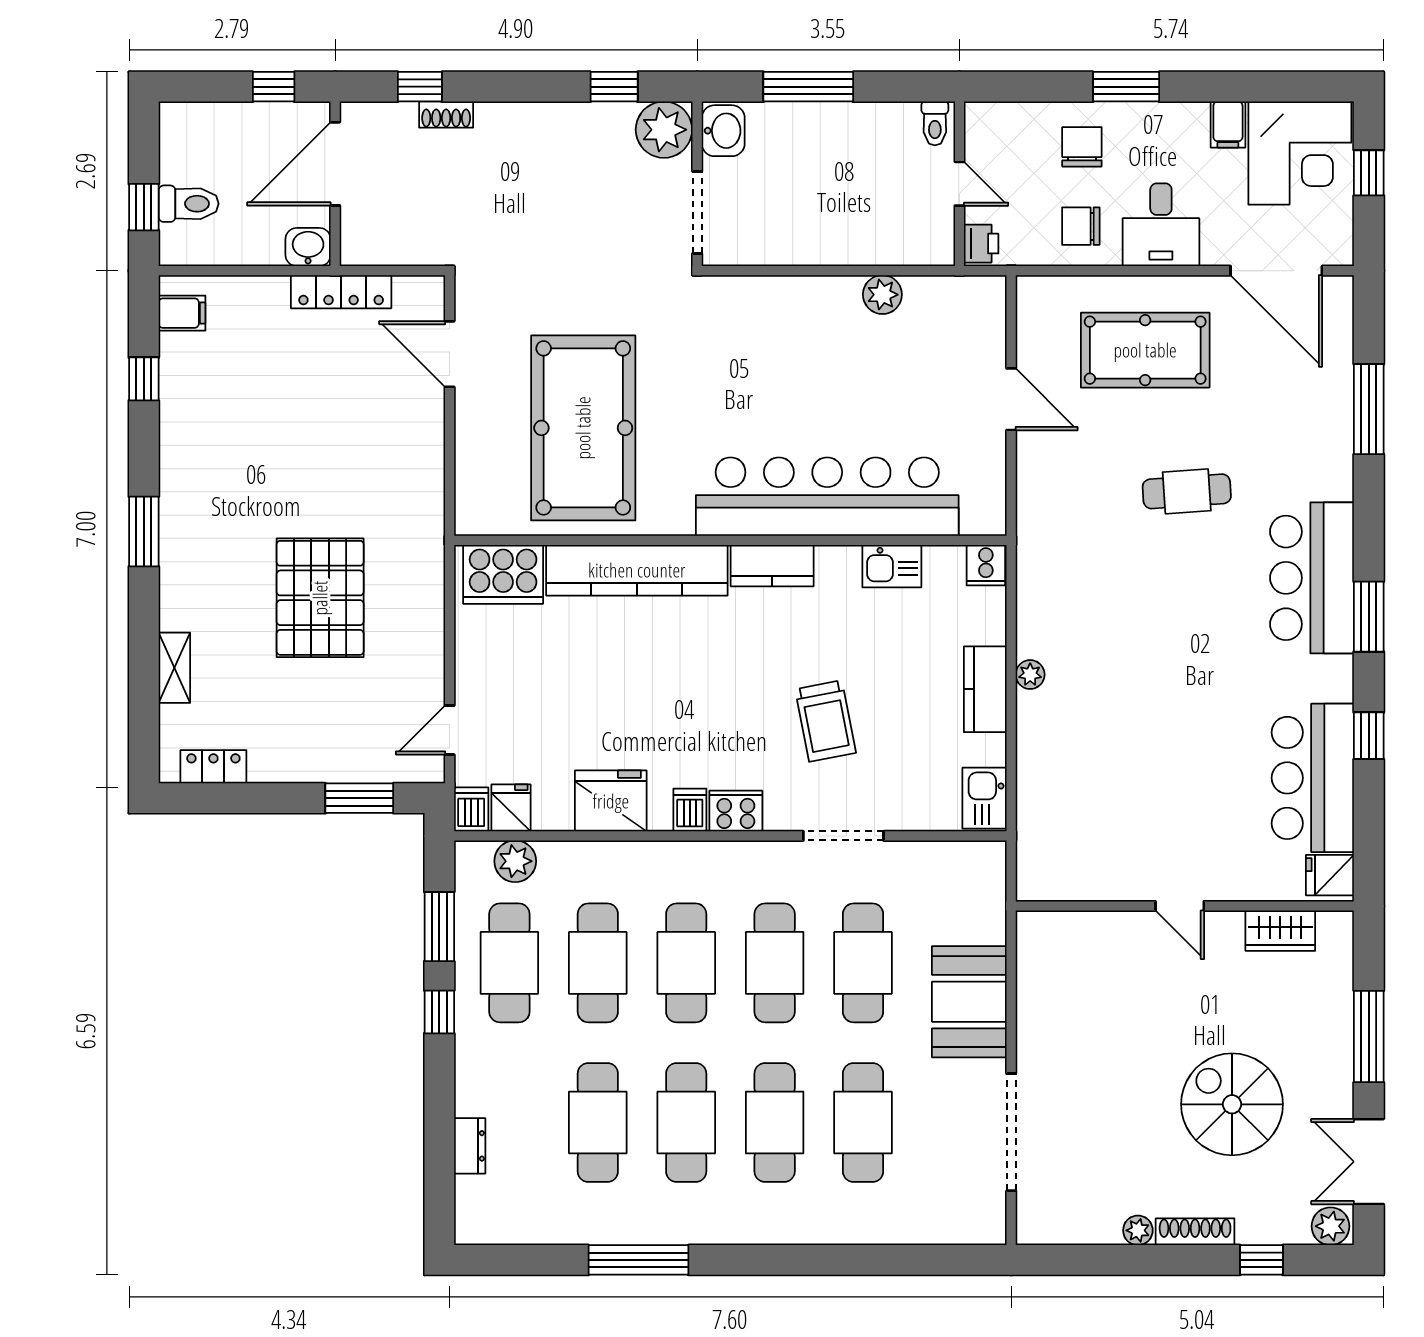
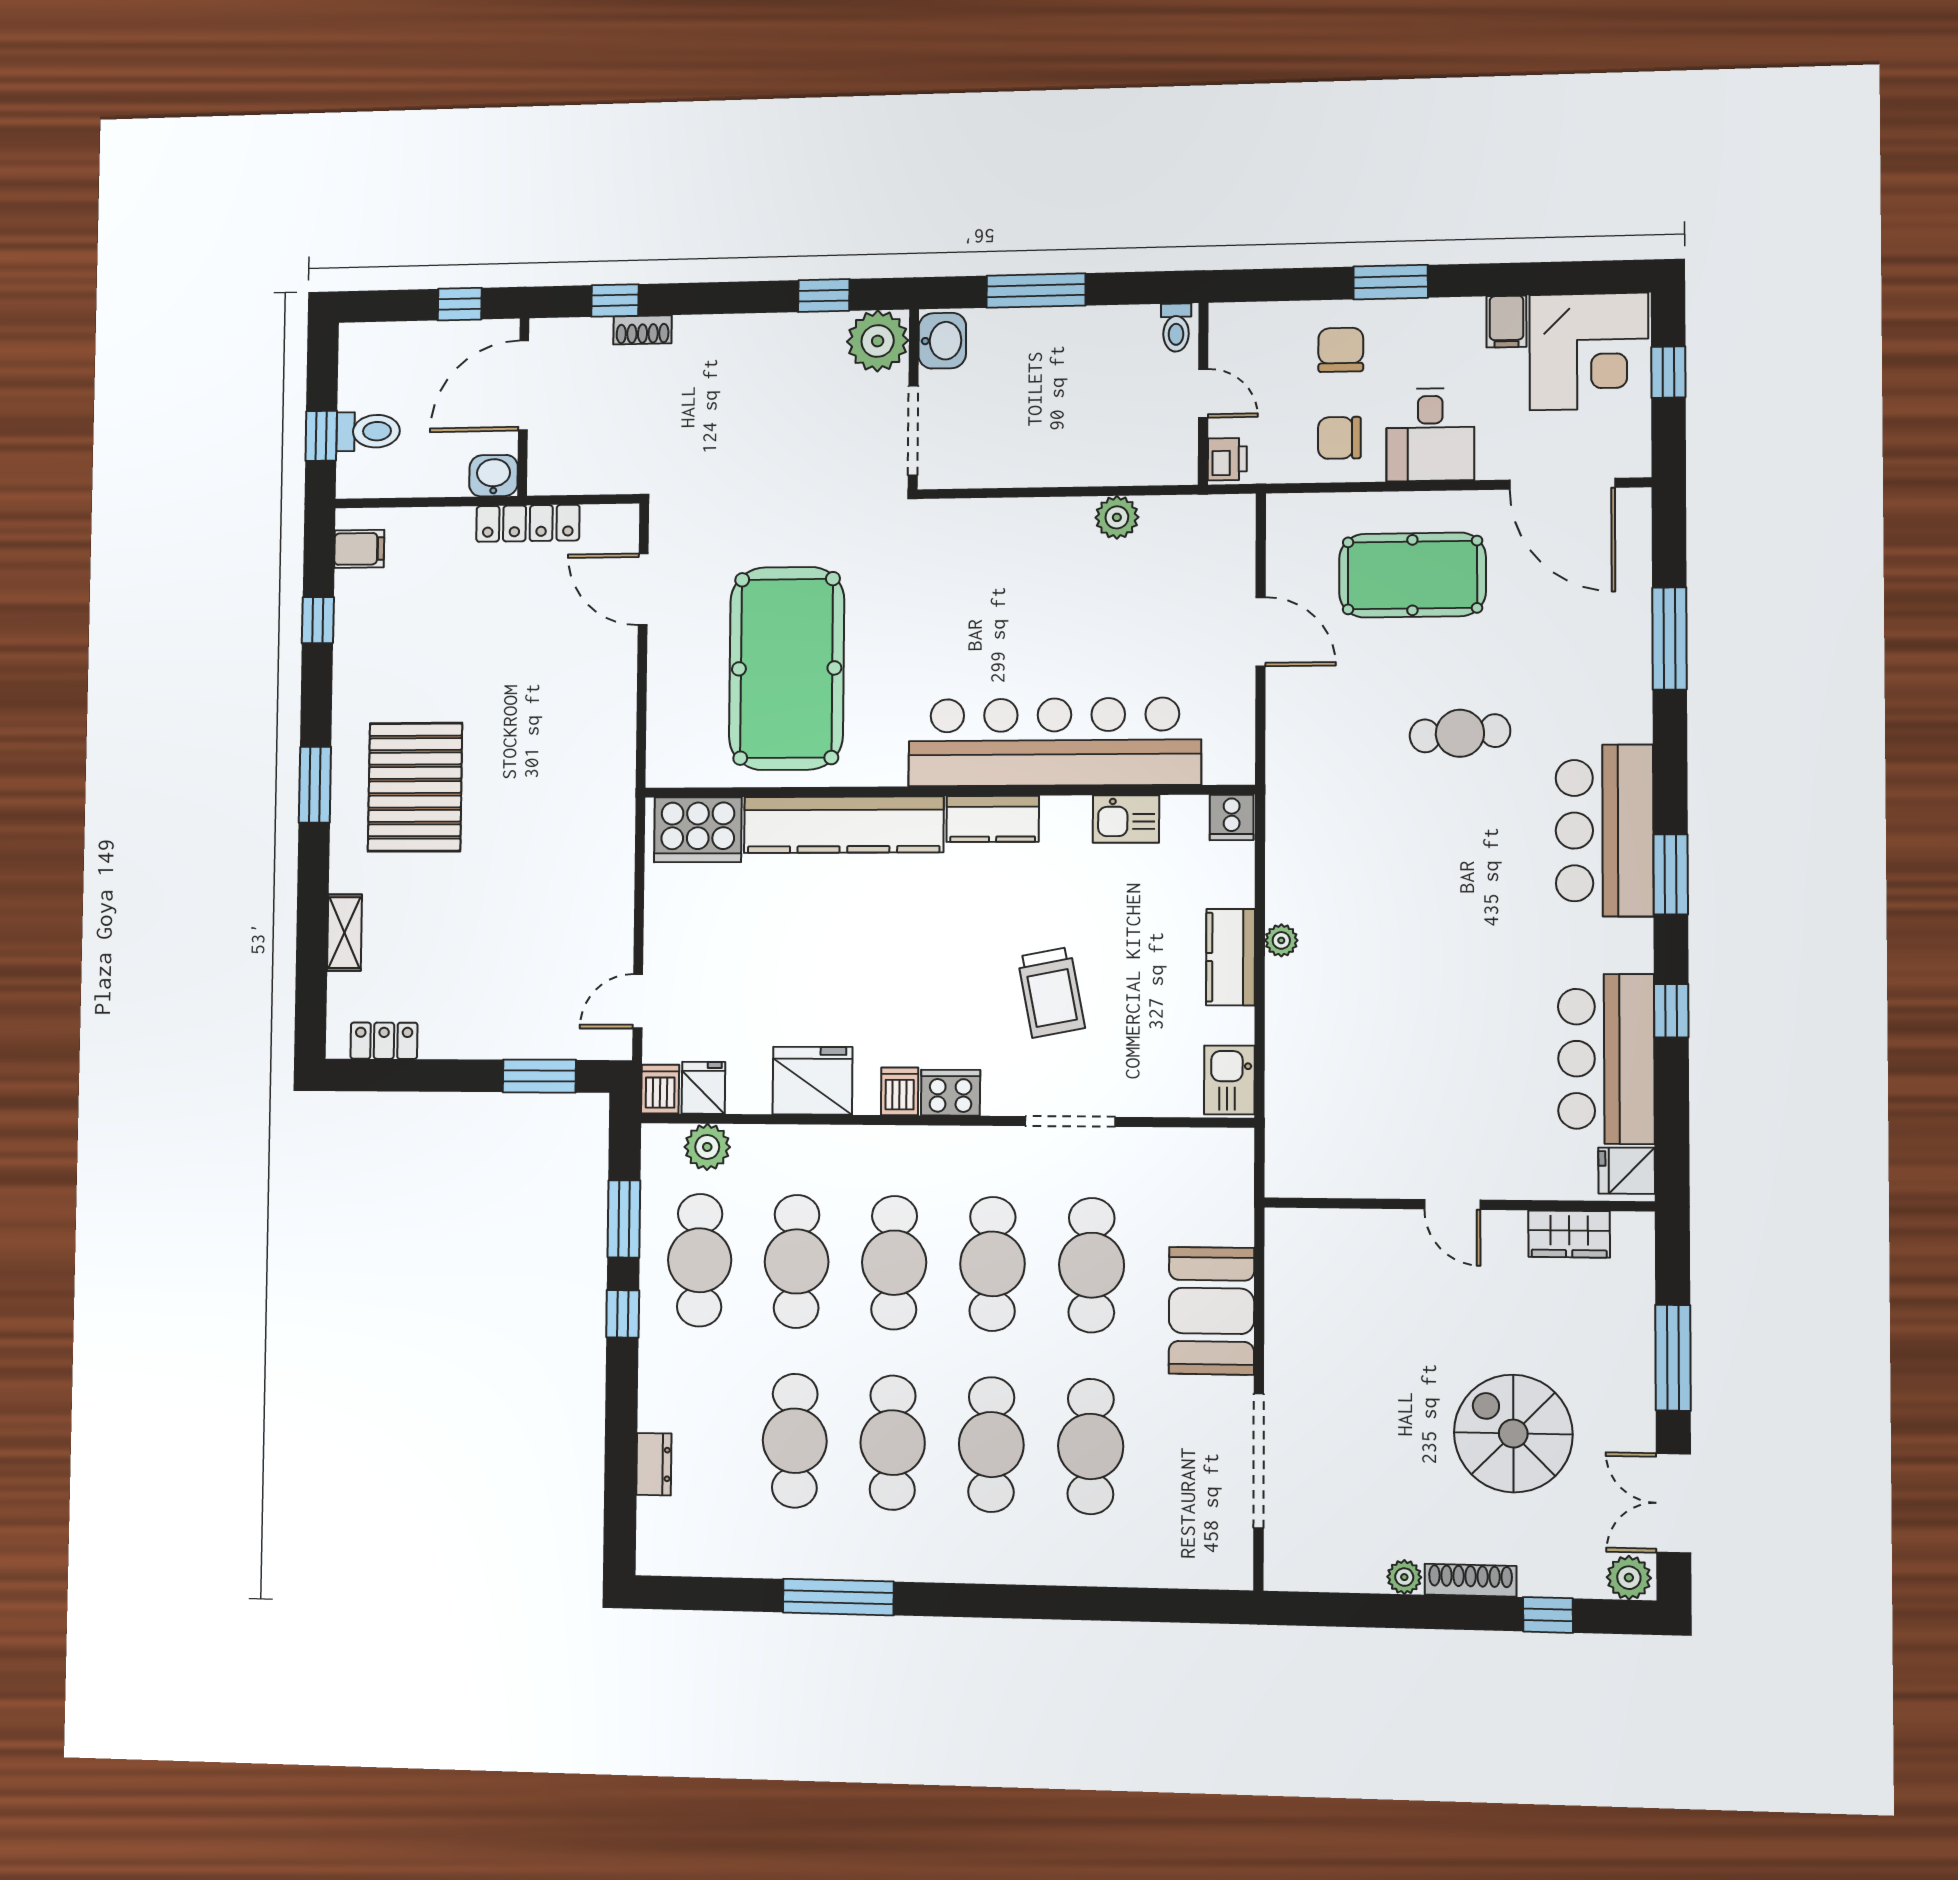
pallet: (320, 598) -> (415, 787), moved

